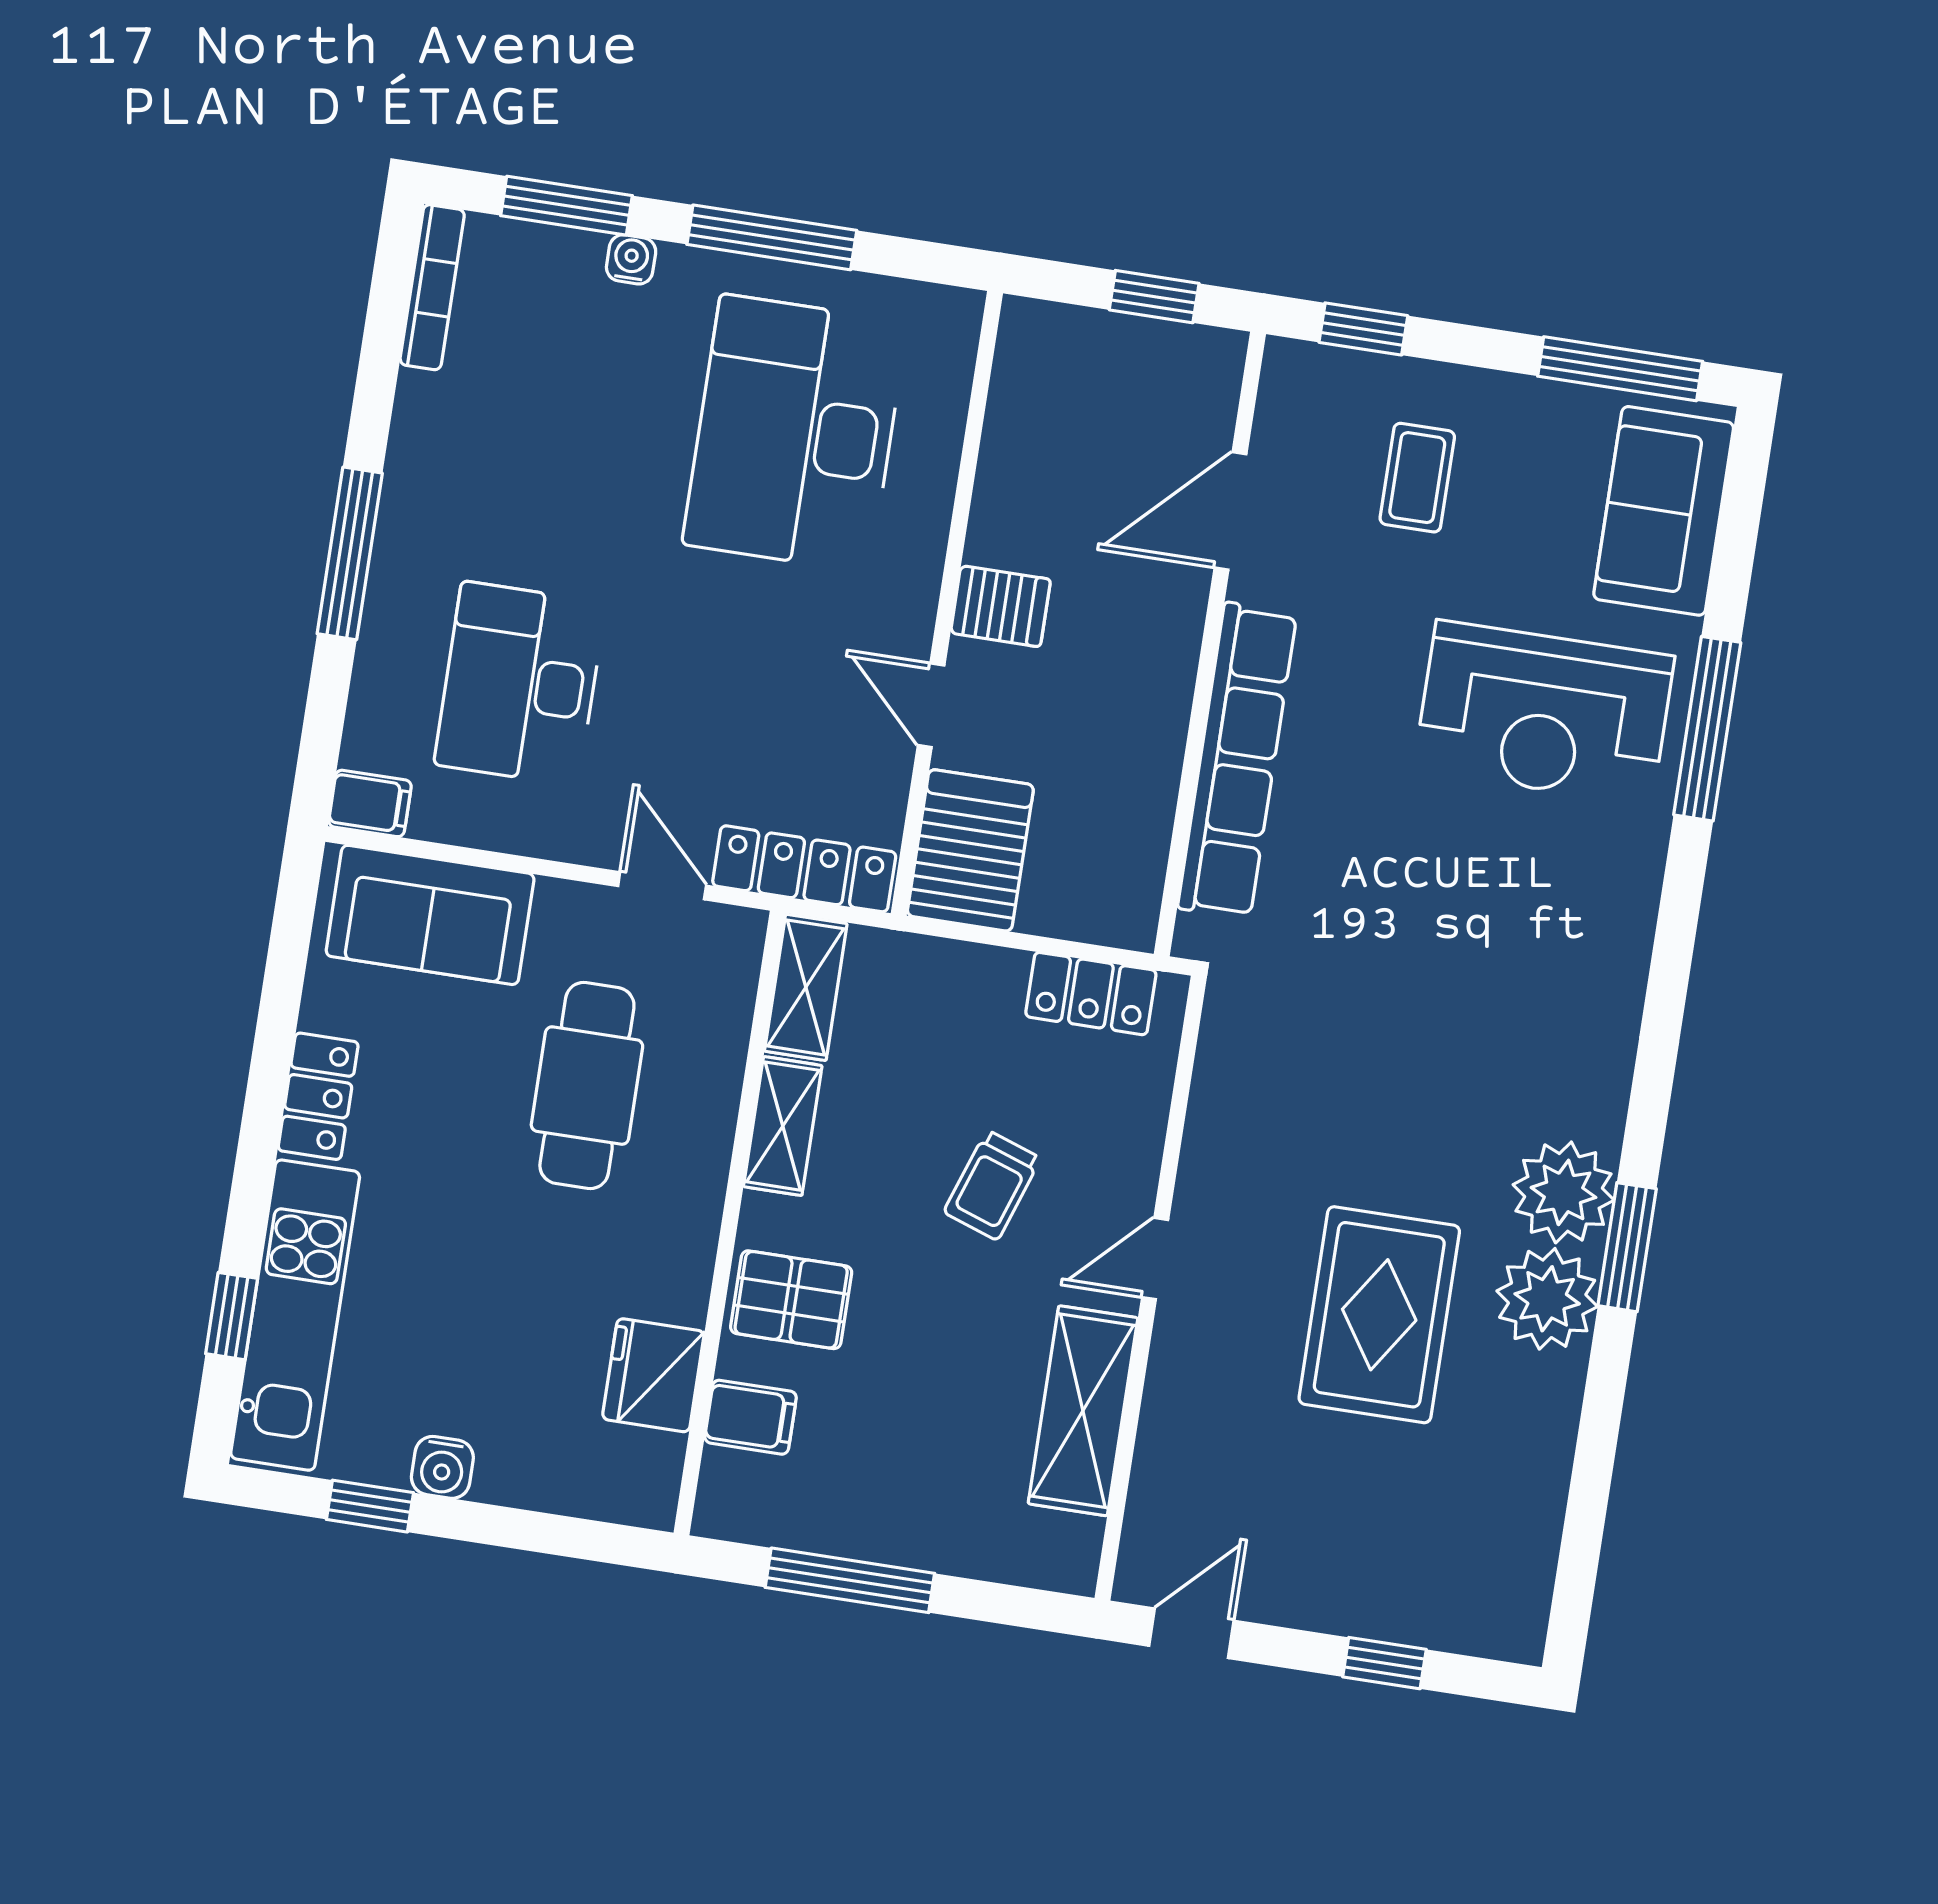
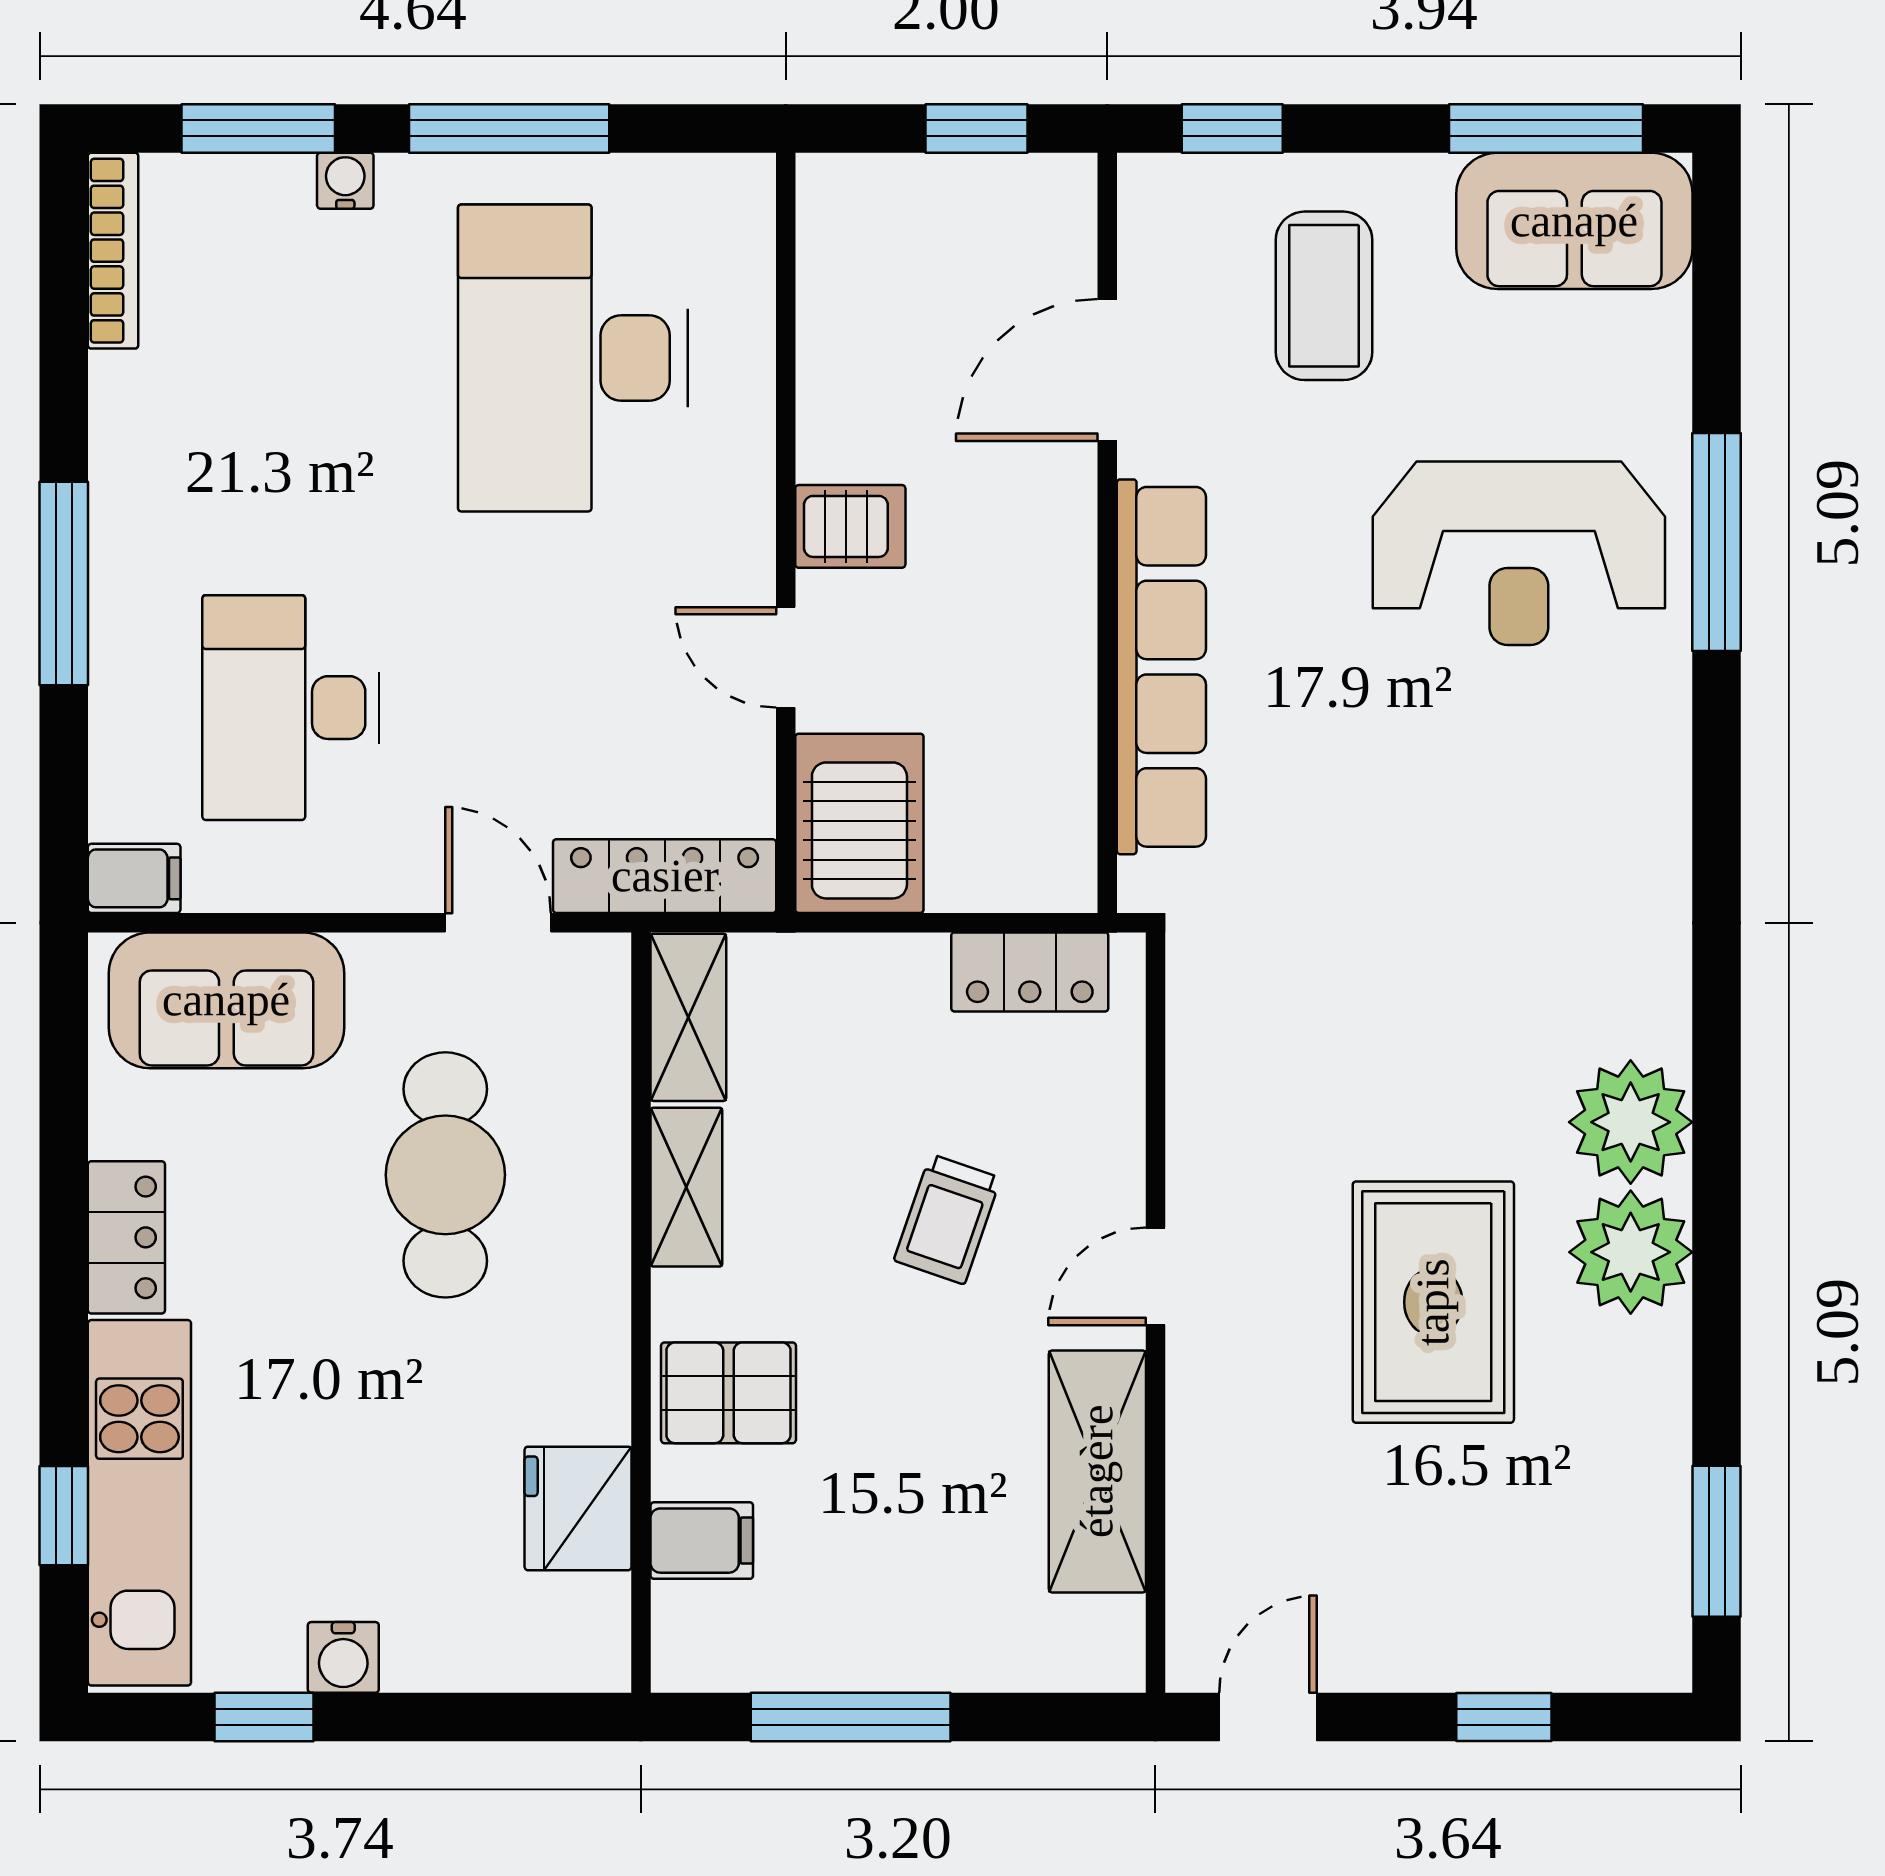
coffee table: (1417, 478) -> (1324, 296), width x1.36, depth x1.30
sofa: (1664, 511) -> (1574, 221), moved, turned -90
window: (1627, 1247) -> (1717, 1541), moved

